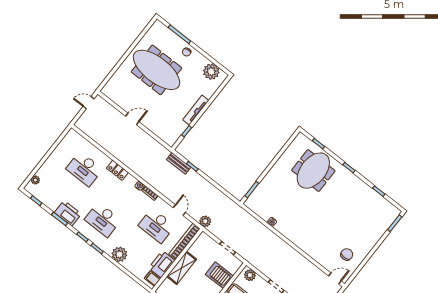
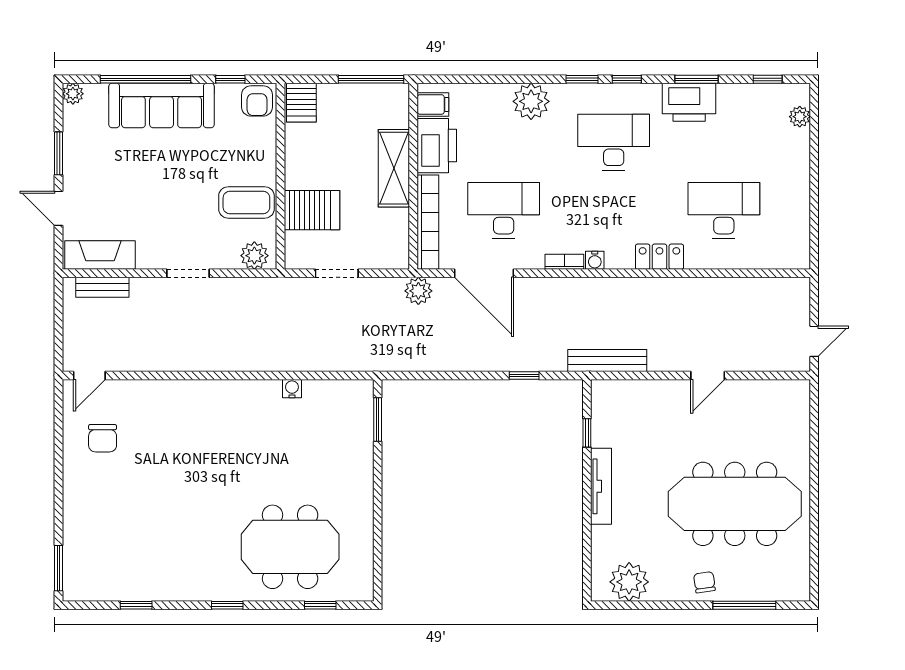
bench: (179, 163) -> (607, 361), moved, width x1.36
meeting table: (313, 171) -> (290, 547), turned 90
door: (179, 210) -> (484, 273), width x1.87

